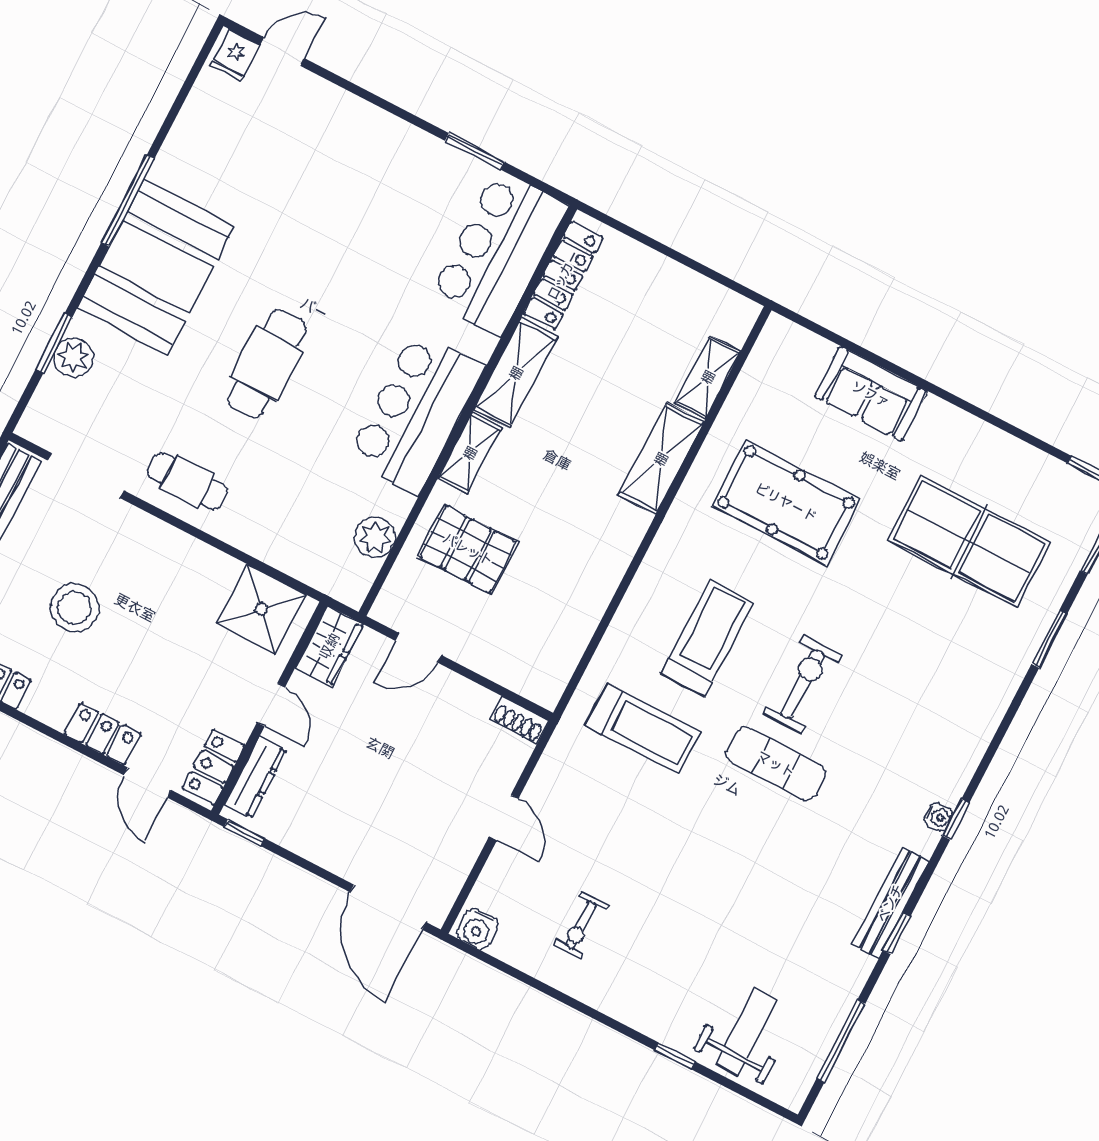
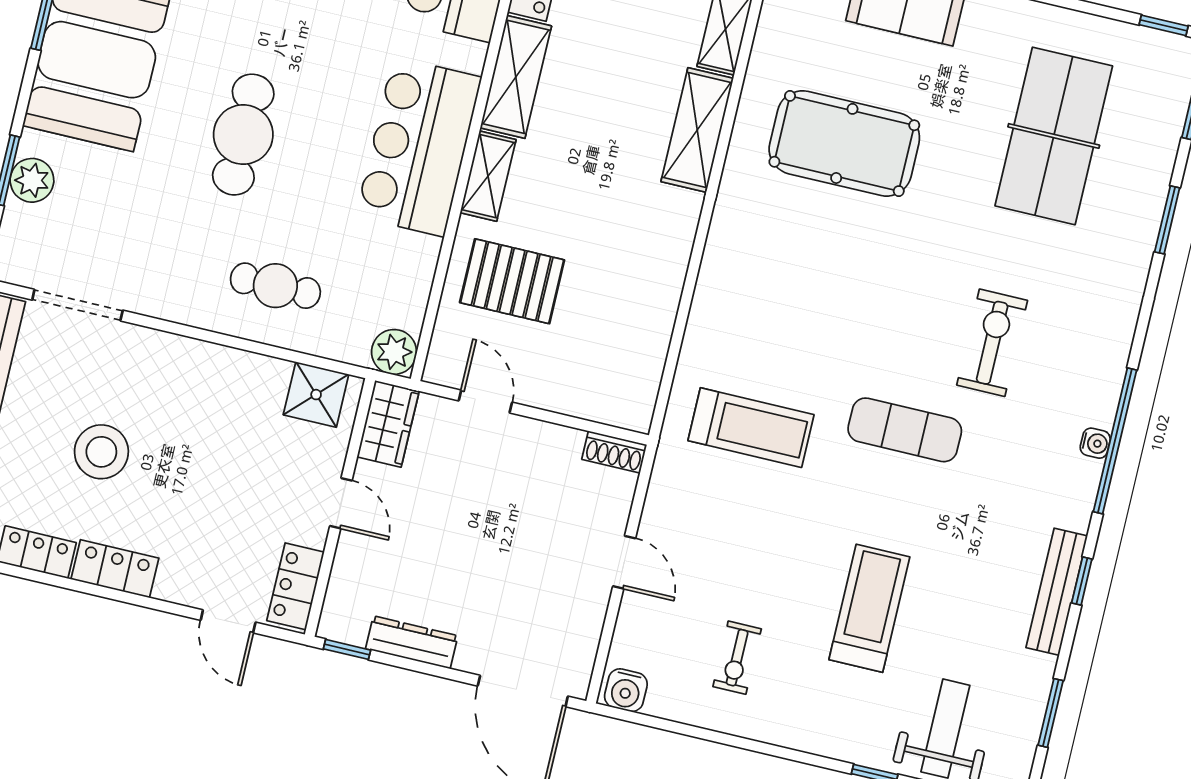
cafe table: (187, 482) -> (275, 286), moved
plant: (375, 537) -> (394, 352), moved
table tennis table: (969, 541) -> (1054, 136), turned 90
shower: (261, 609) -> (316, 395), width x0.73, depth x0.73
treadmill: (707, 638) -> (869, 608), moved
door: (418, 648) -> (485, 402), swing flipped
exercise bike: (802, 684) -> (992, 343), moved
locker: (103, 734) -> (115, 569), moved
dresser: (256, 777) -> (412, 642), moved, turned -90
window: (956, 819) -> (1115, 441), width x3.17
bench: (890, 903) -> (1057, 592), moved
window: (841, 1041) -> (1051, 713), width x0.69

